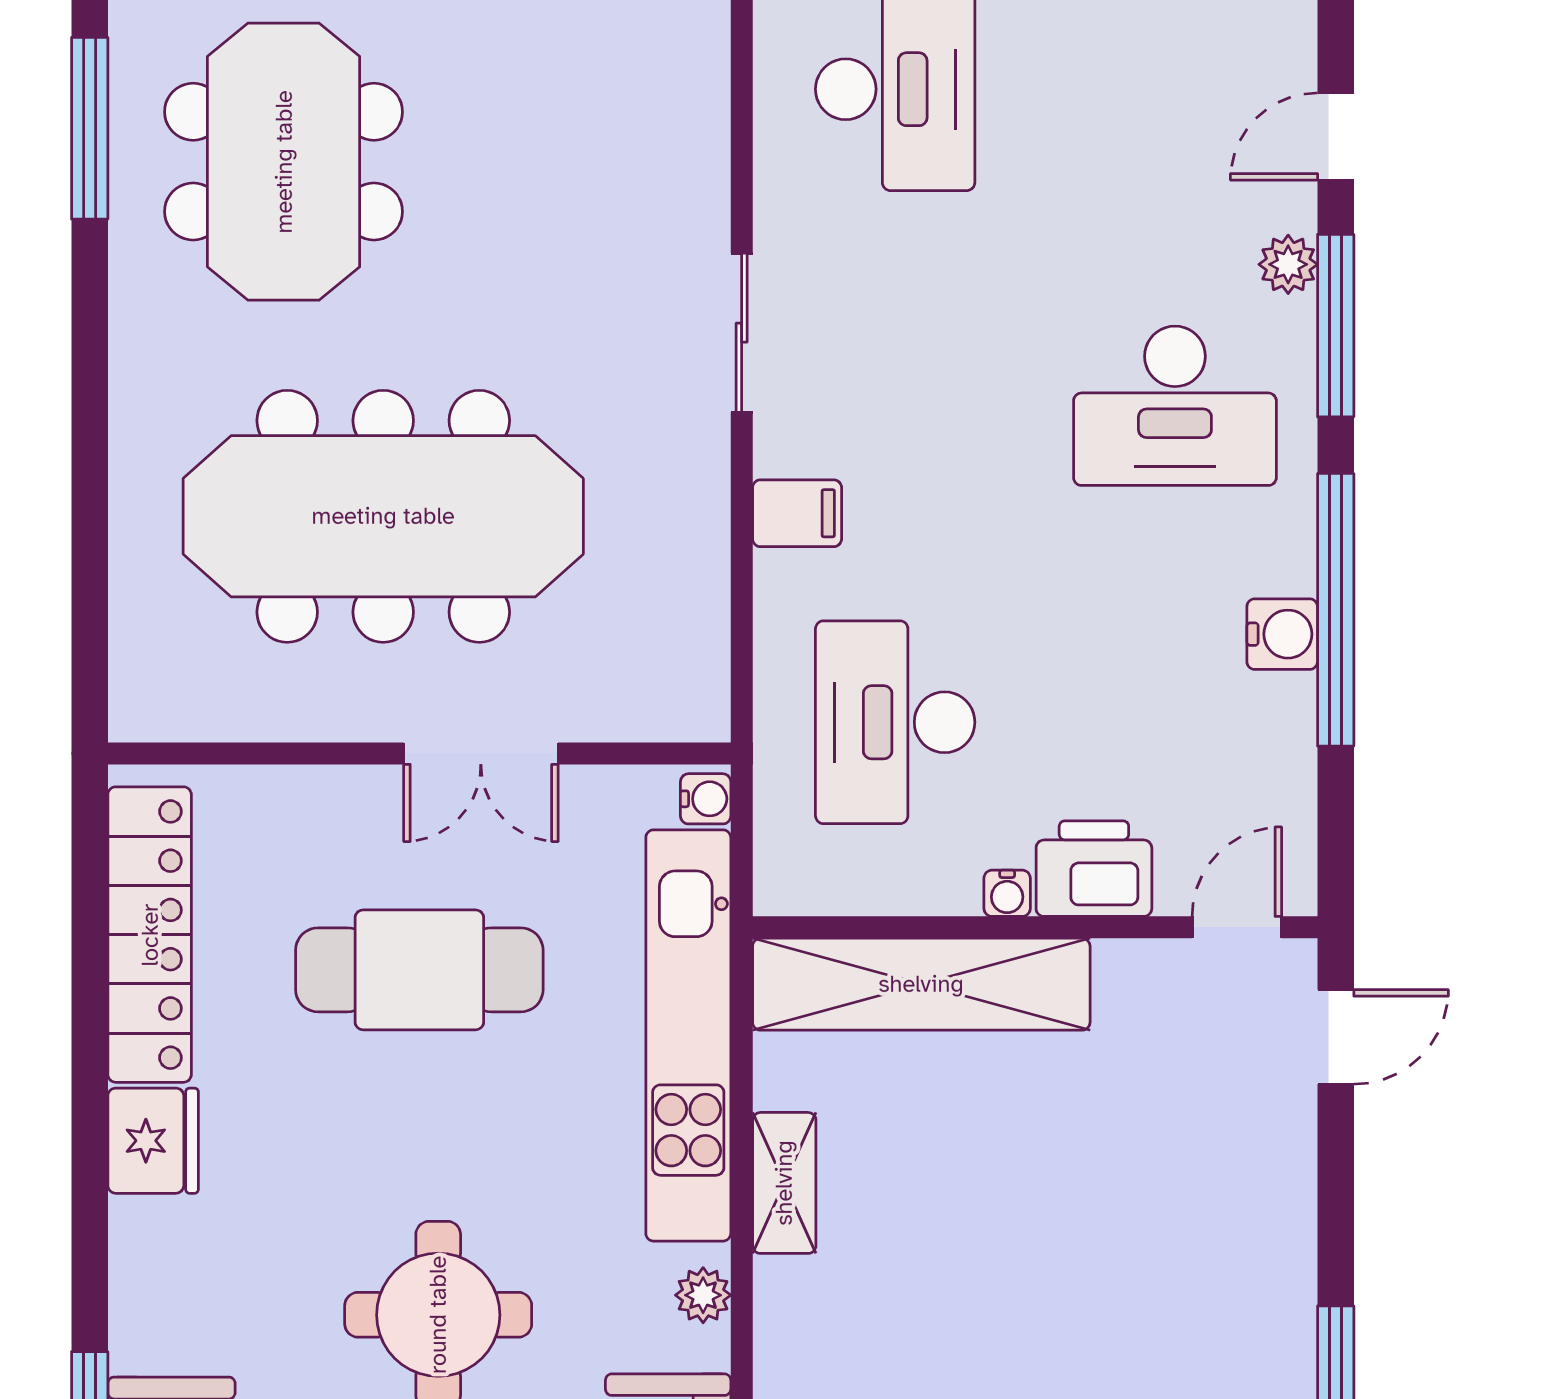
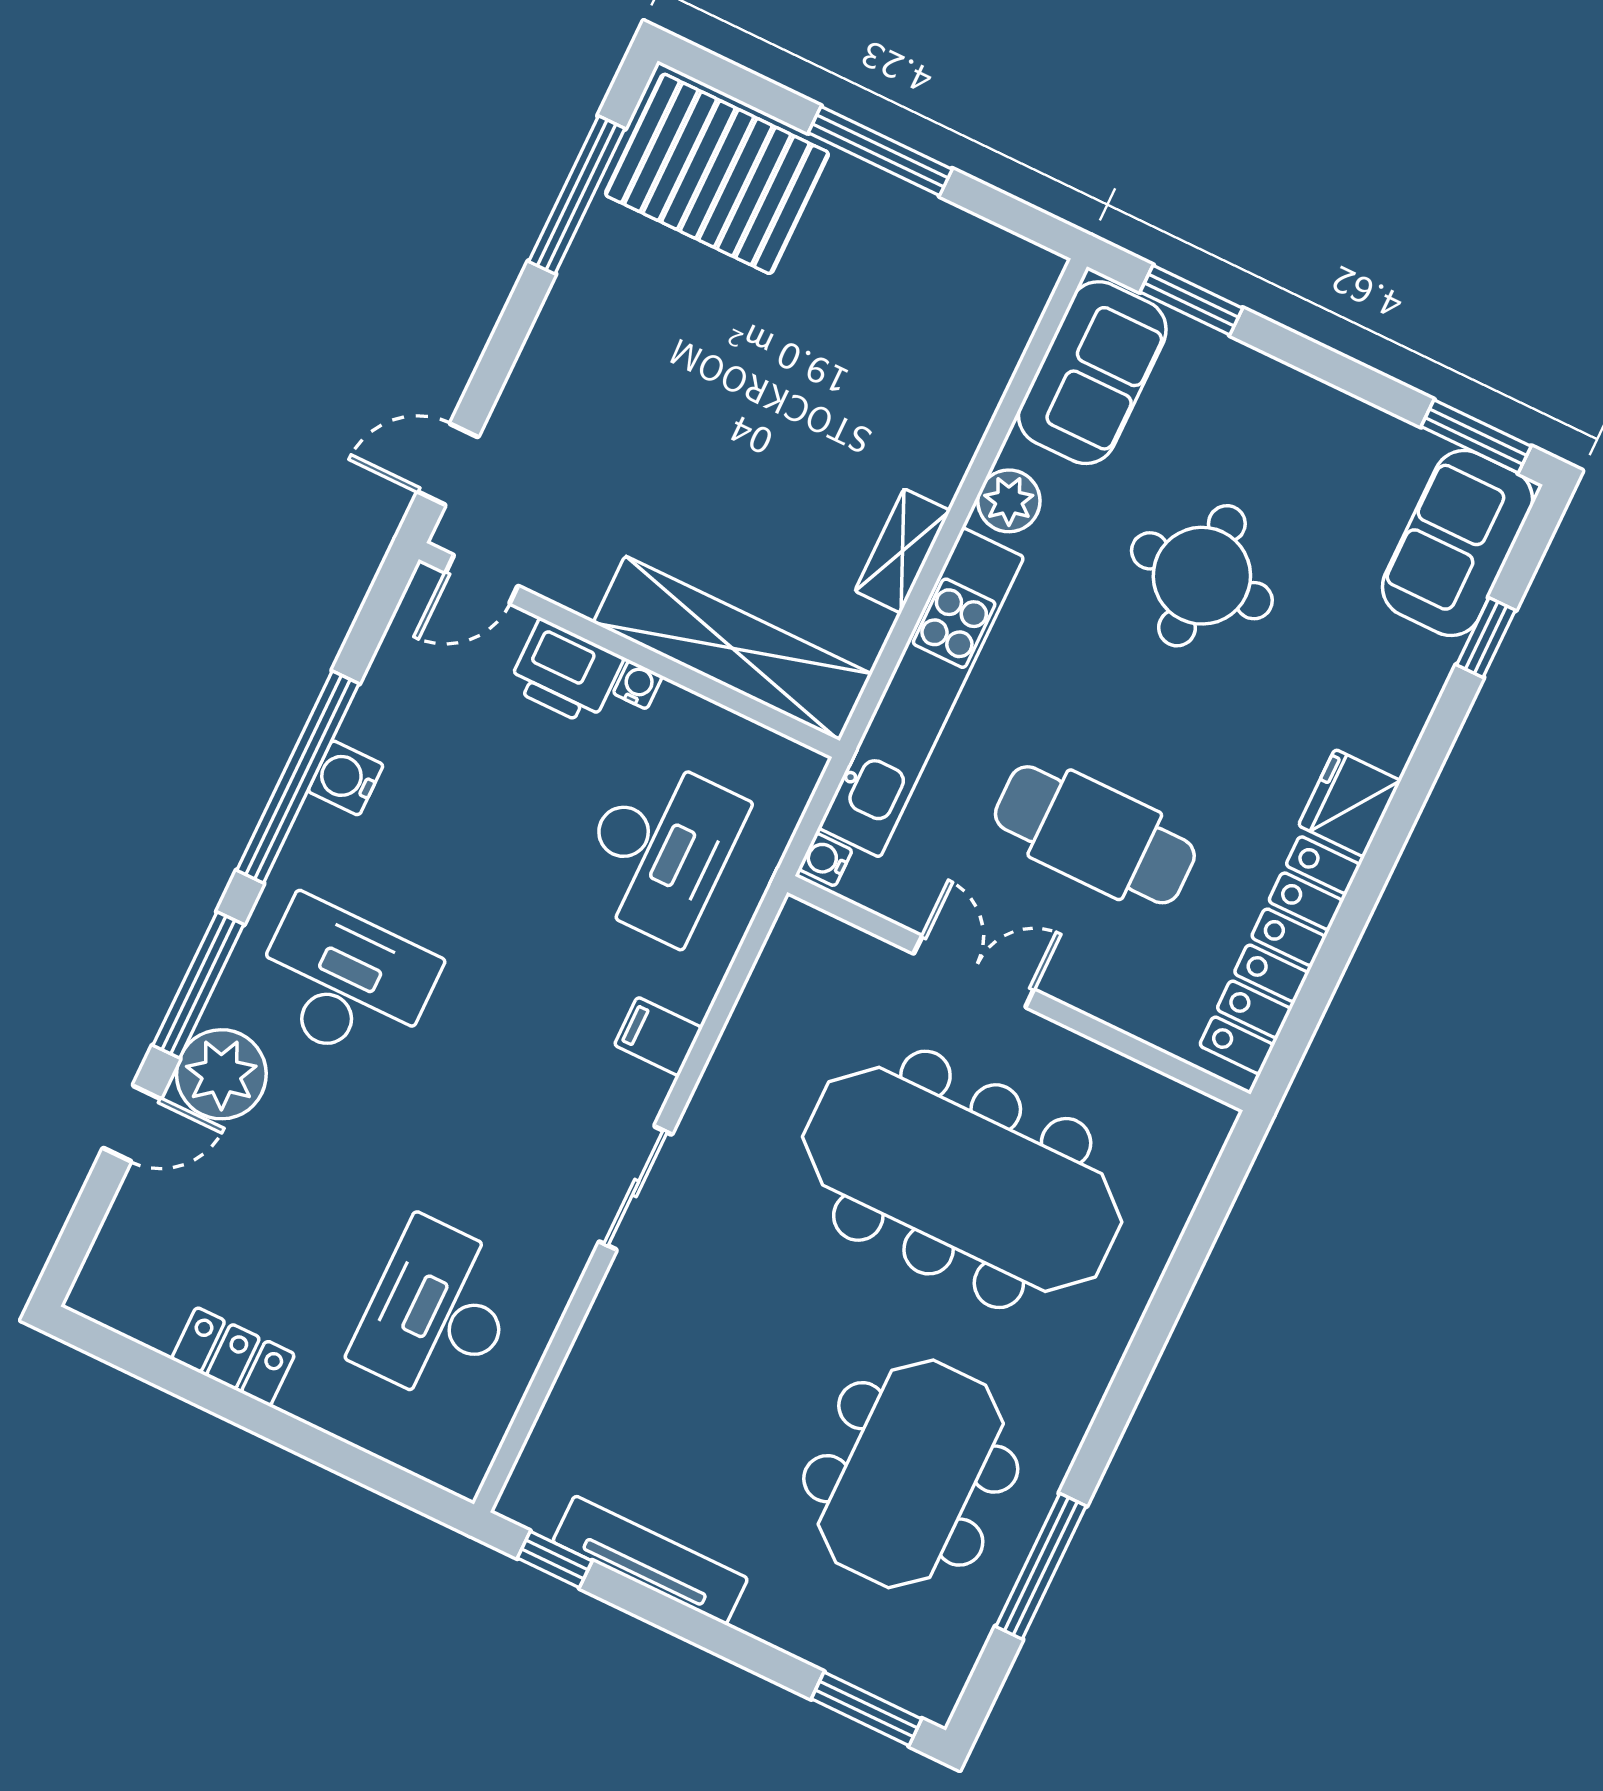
plant: (1288, 264) -> (221, 1074), width x1.88, depth x1.88
plant: (703, 1295) -> (1009, 501), width x1.38, depth x1.38

